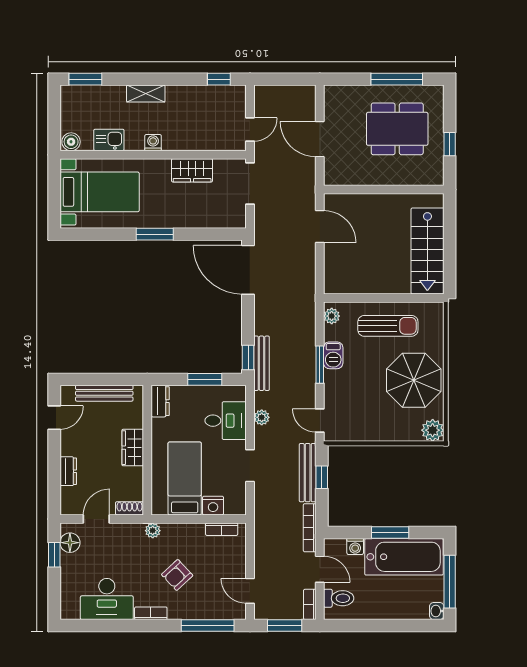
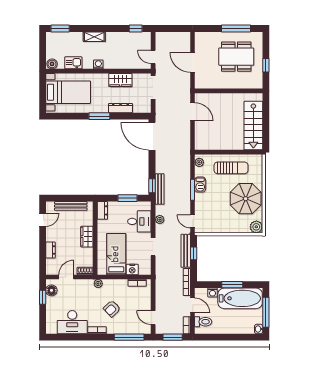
door: (250, 130) -> (153, 57), swing flipped
dresser: (192, 220) -> (120, 108), added

